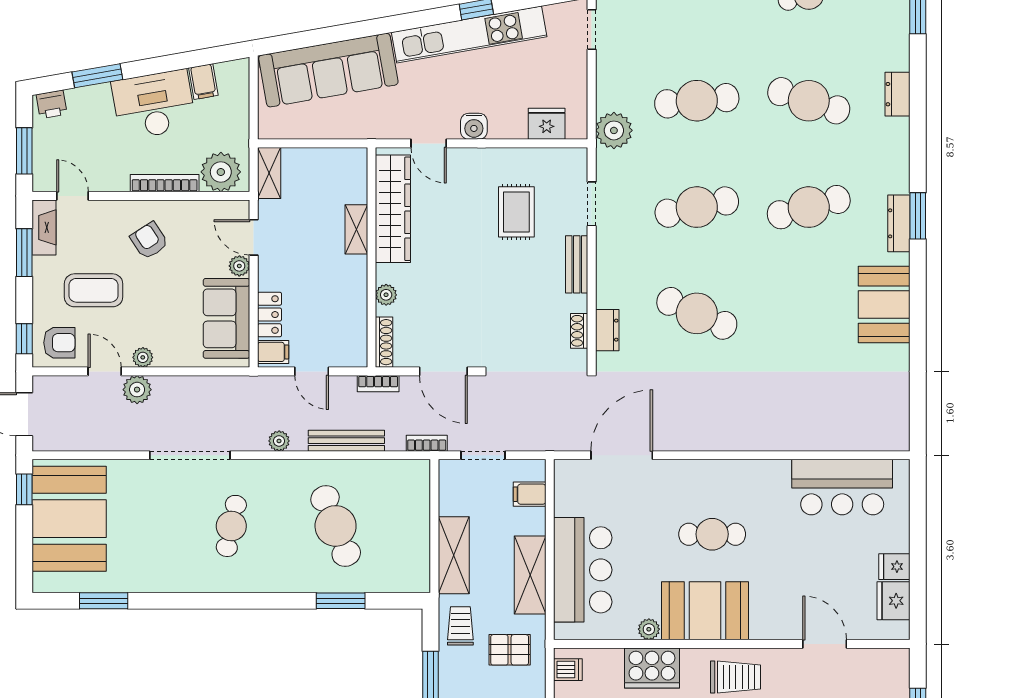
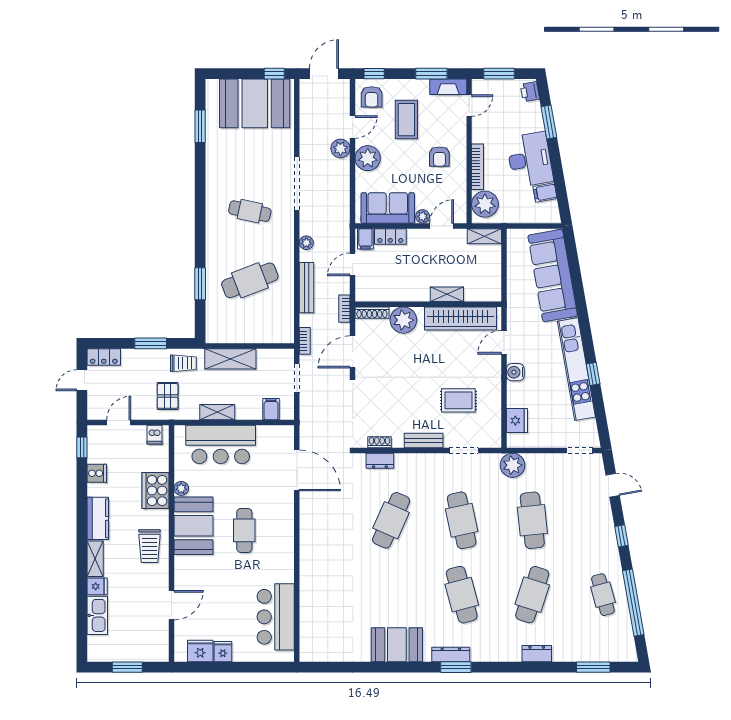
armchair: (149, 240) -> (439, 157), turned 123
plant: (386, 295) -> (403, 320), width x1.88, depth x1.88
plant: (143, 357) -> (368, 158), width x1.87, depth x1.87
shelving: (530, 575) -> (217, 412), width x0.67, depth x0.75

